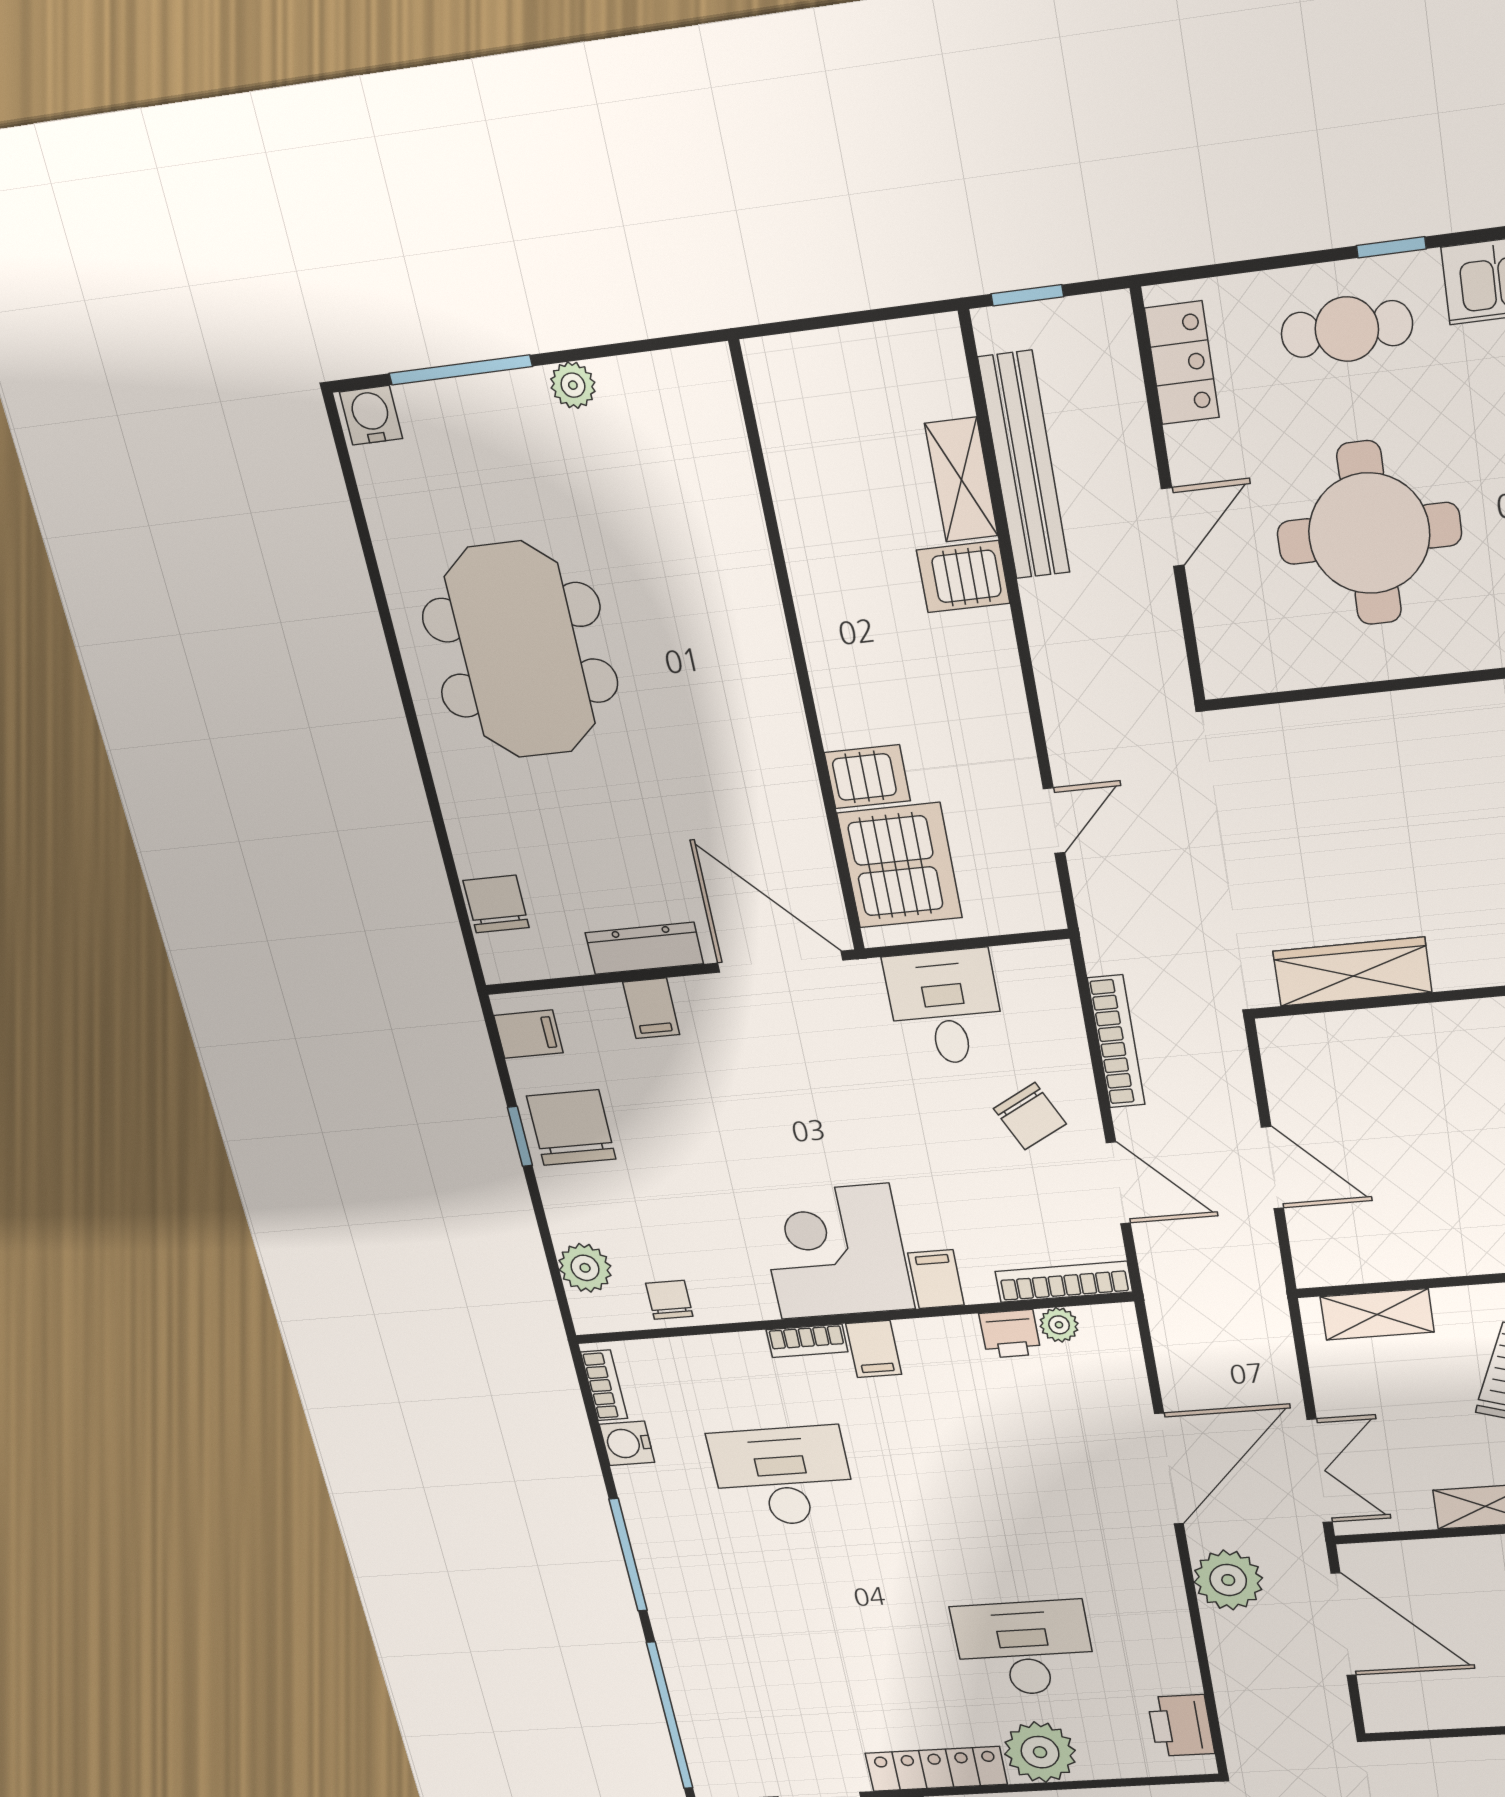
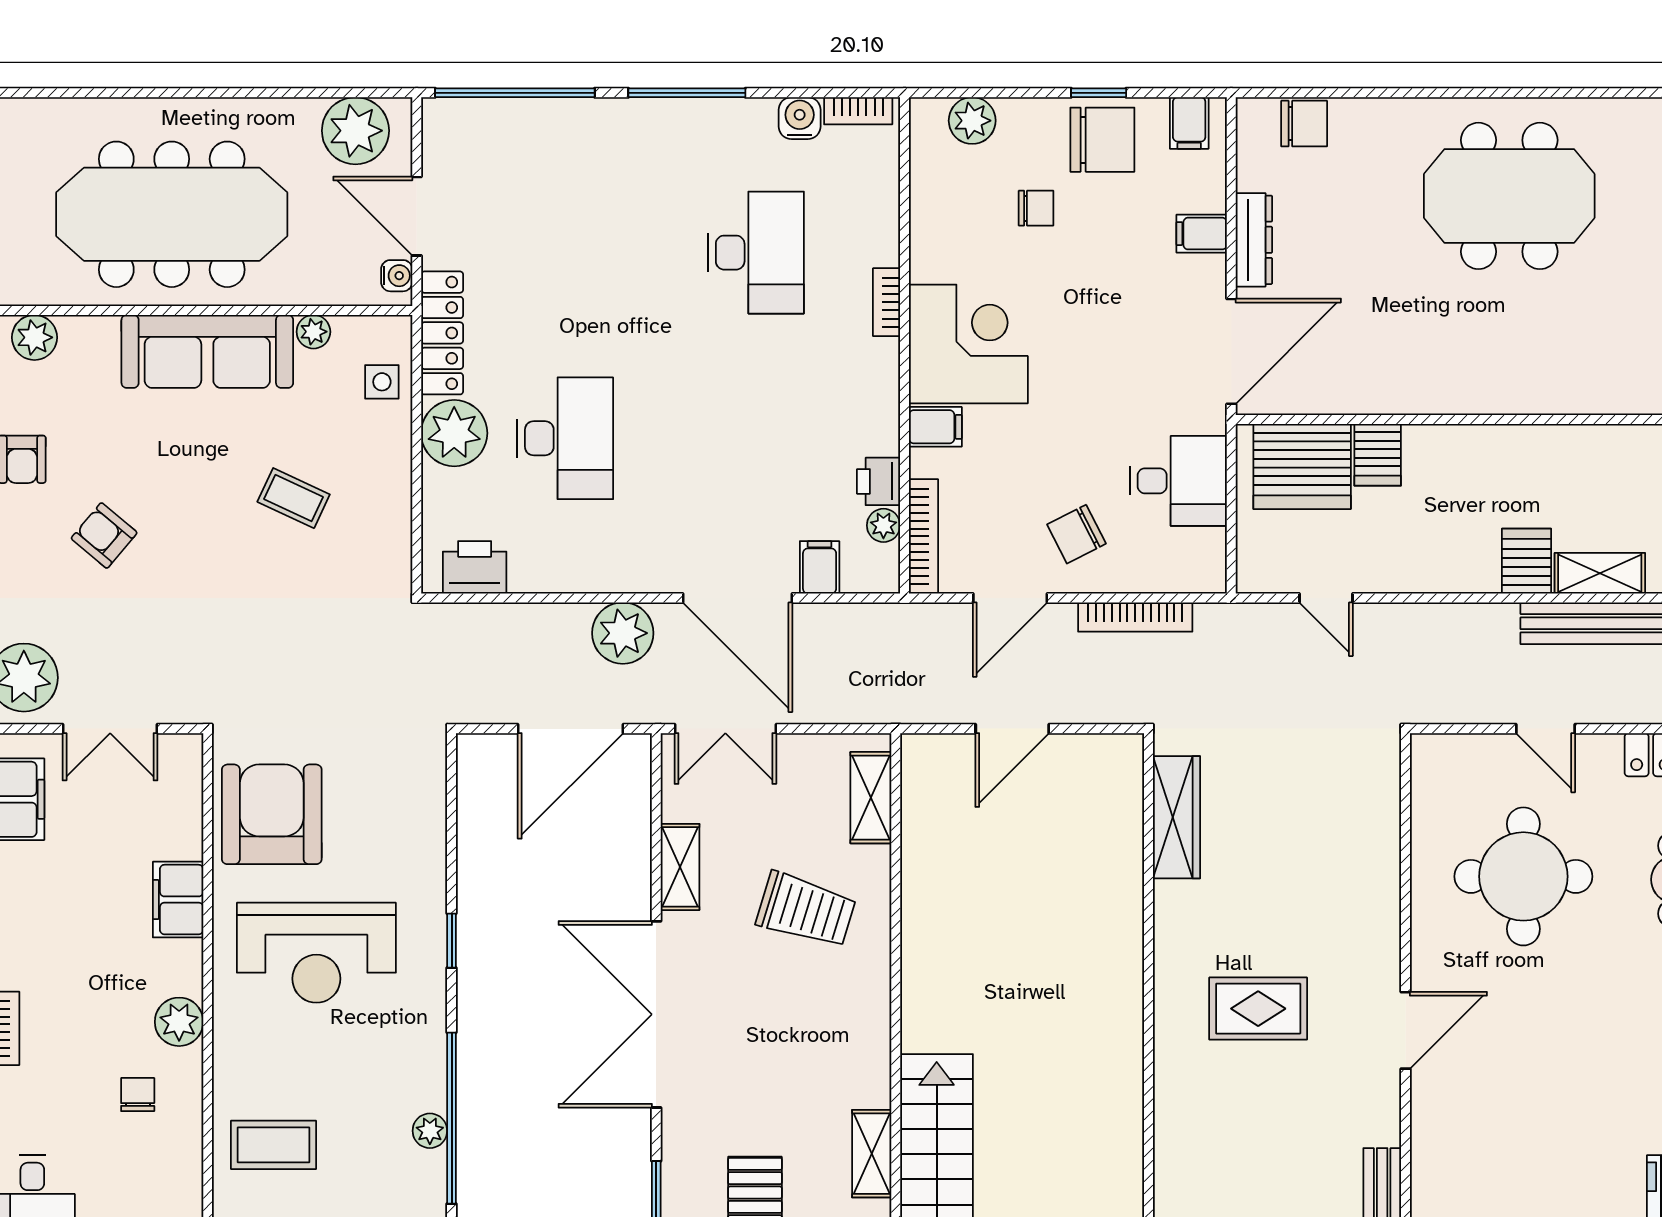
chair: (669, 1300) -> (1036, 208), moved
filing cabinet: (874, 1349) -> (820, 567), moved, turned 90

